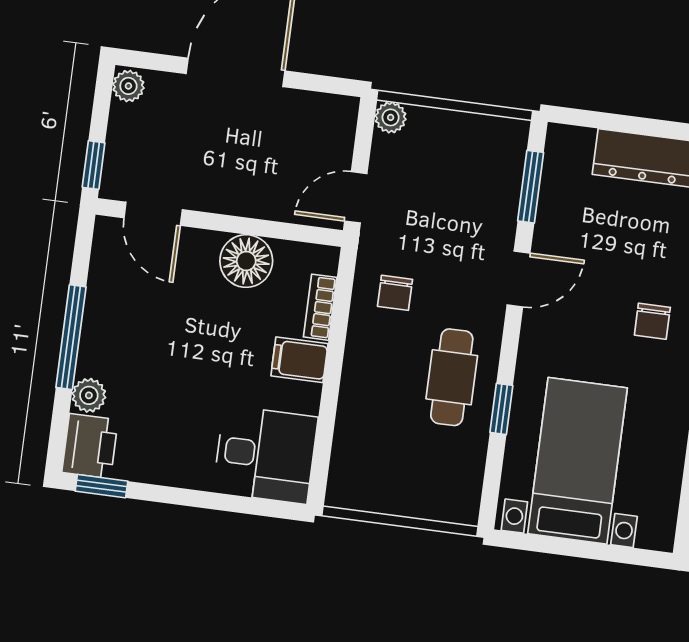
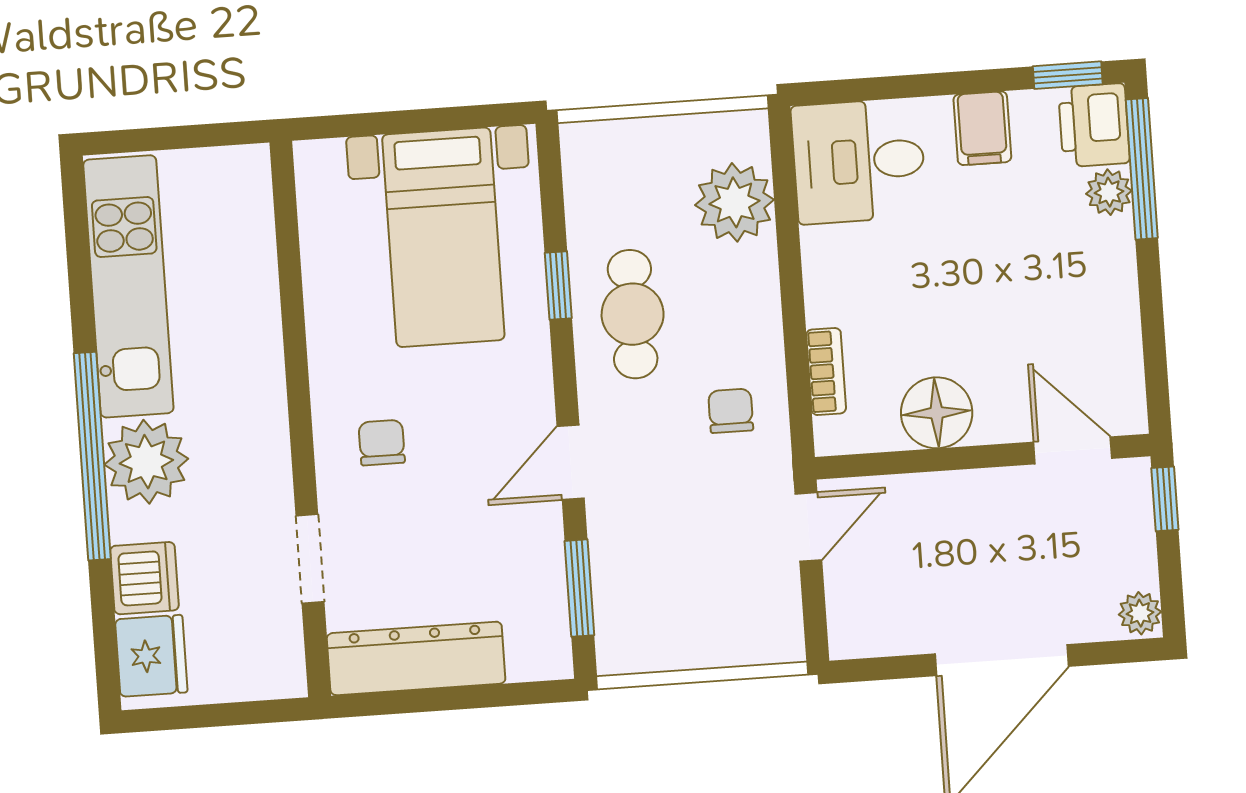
plant: (391, 117) -> (735, 202), moved, width x1.87, depth x1.87
window: (71, 337) -> (1142, 169), moved
filing cabinet: (299, 360) -> (982, 128), moved, turned 90

